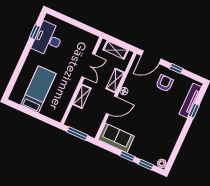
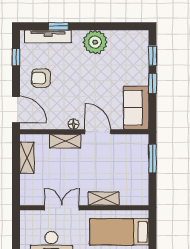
double door: (88, 66) -> (62, 208), moved
window: (176, 69) -> (16, 57), moved
wall: (81, 81) -> (84, 208), moved
shelving: (82, 96) -> (104, 199), moved
plant: (162, 163) -> (95, 42), moved, width x1.87, depth x1.87

